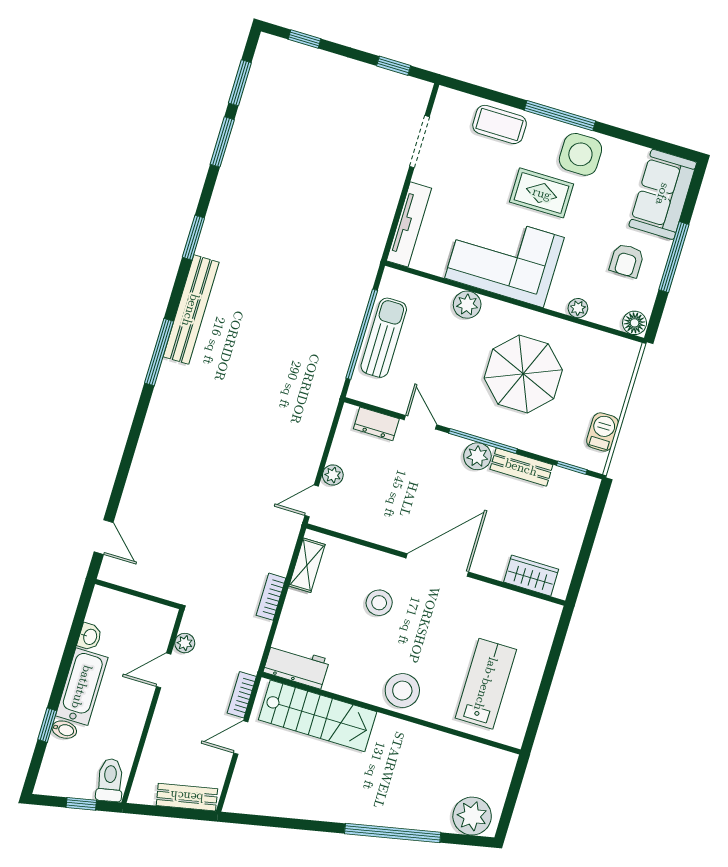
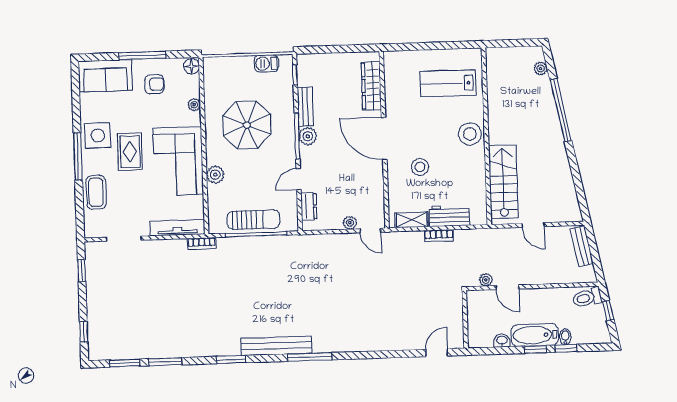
sun lounger: (384, 338) -> (253, 220), turned 180
wardrobe: (531, 576) -> (371, 86), width x1.50
workbench: (296, 666) -> (449, 216), moved, turned 90
window: (61, 680) -> (535, 349), added
bookcase: (242, 695) -> (202, 243), moved
plant: (472, 816) -> (541, 68), width x0.53, depth x0.53

